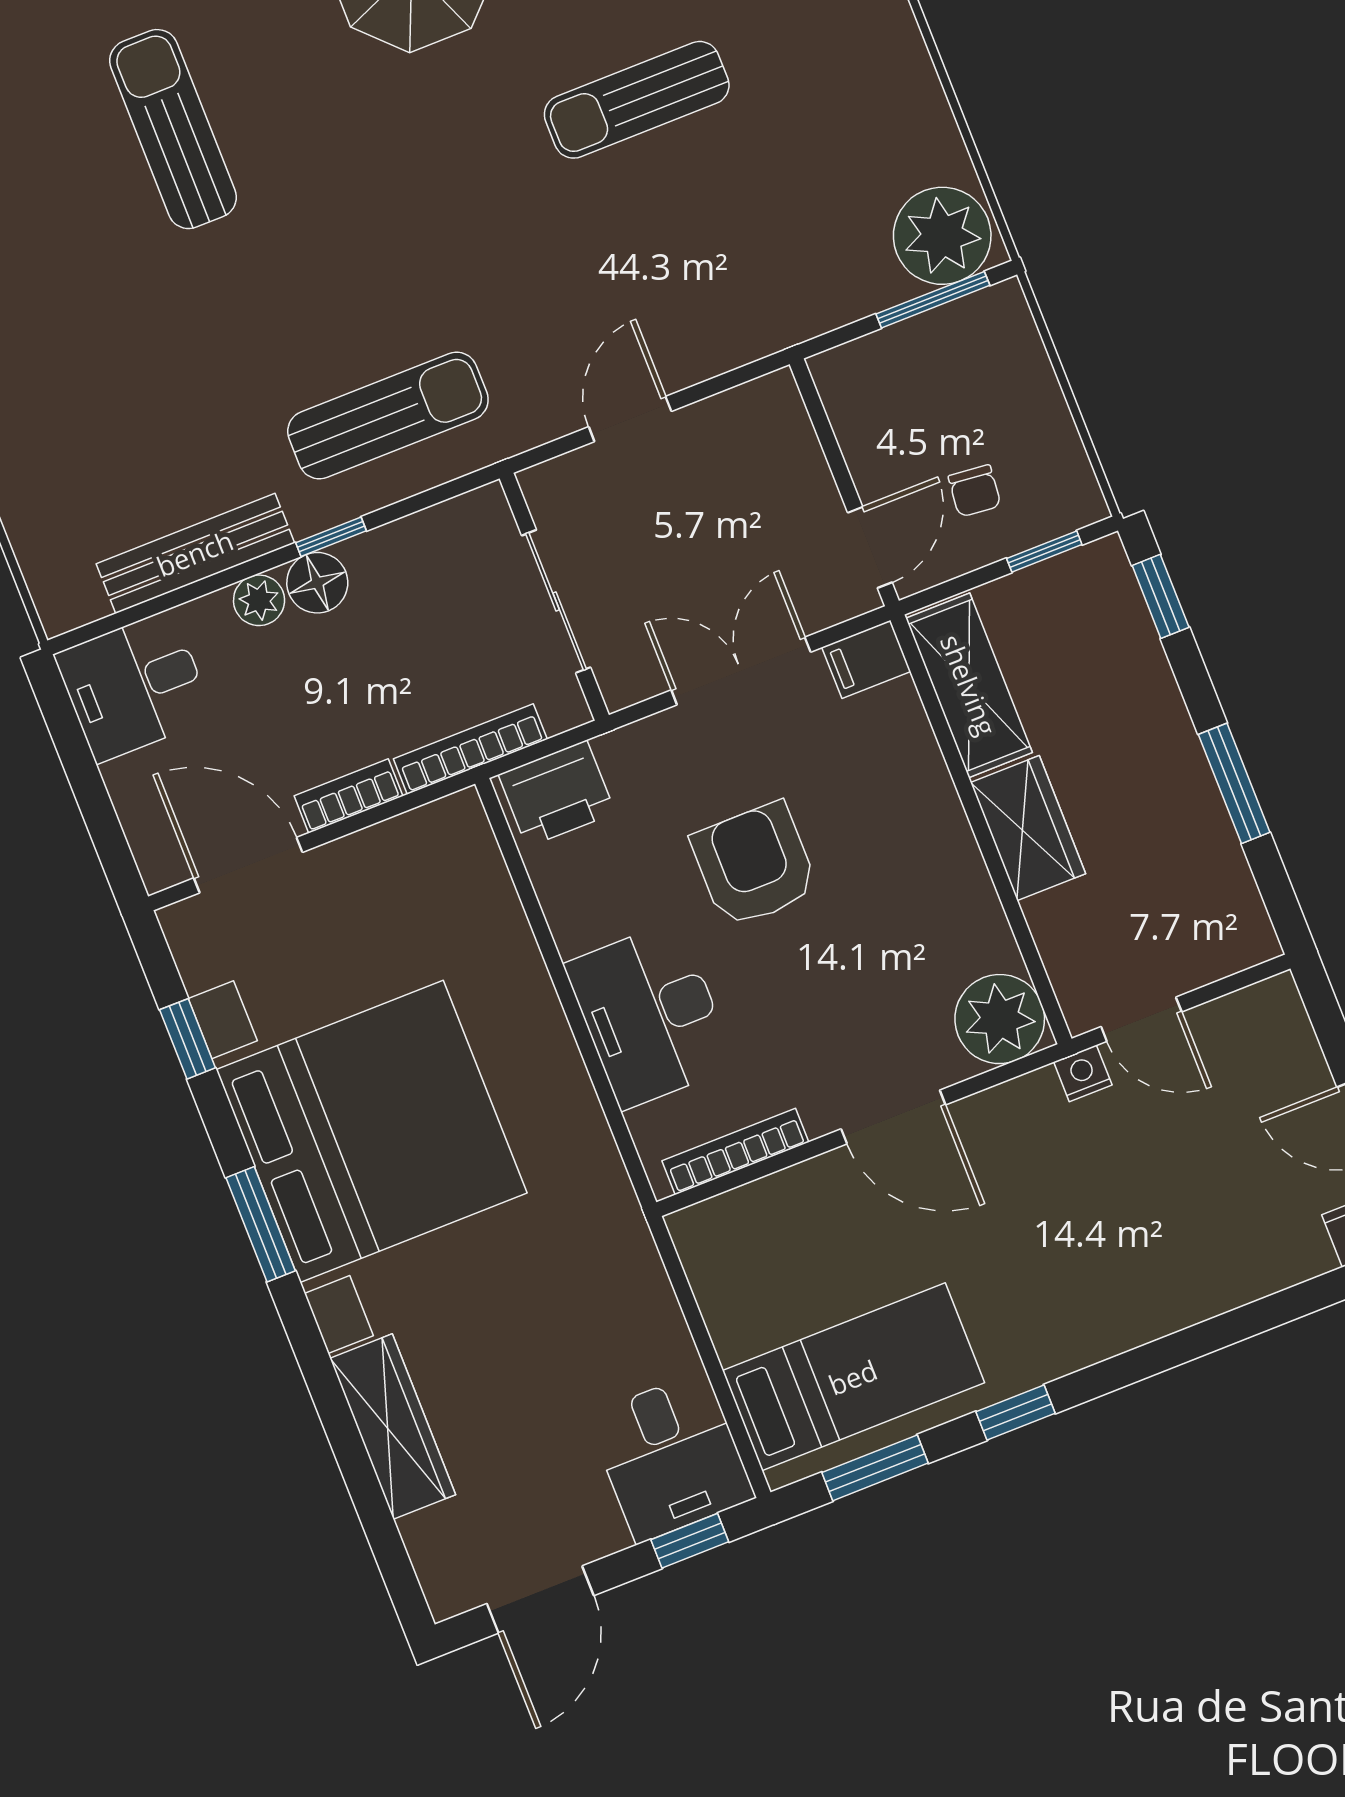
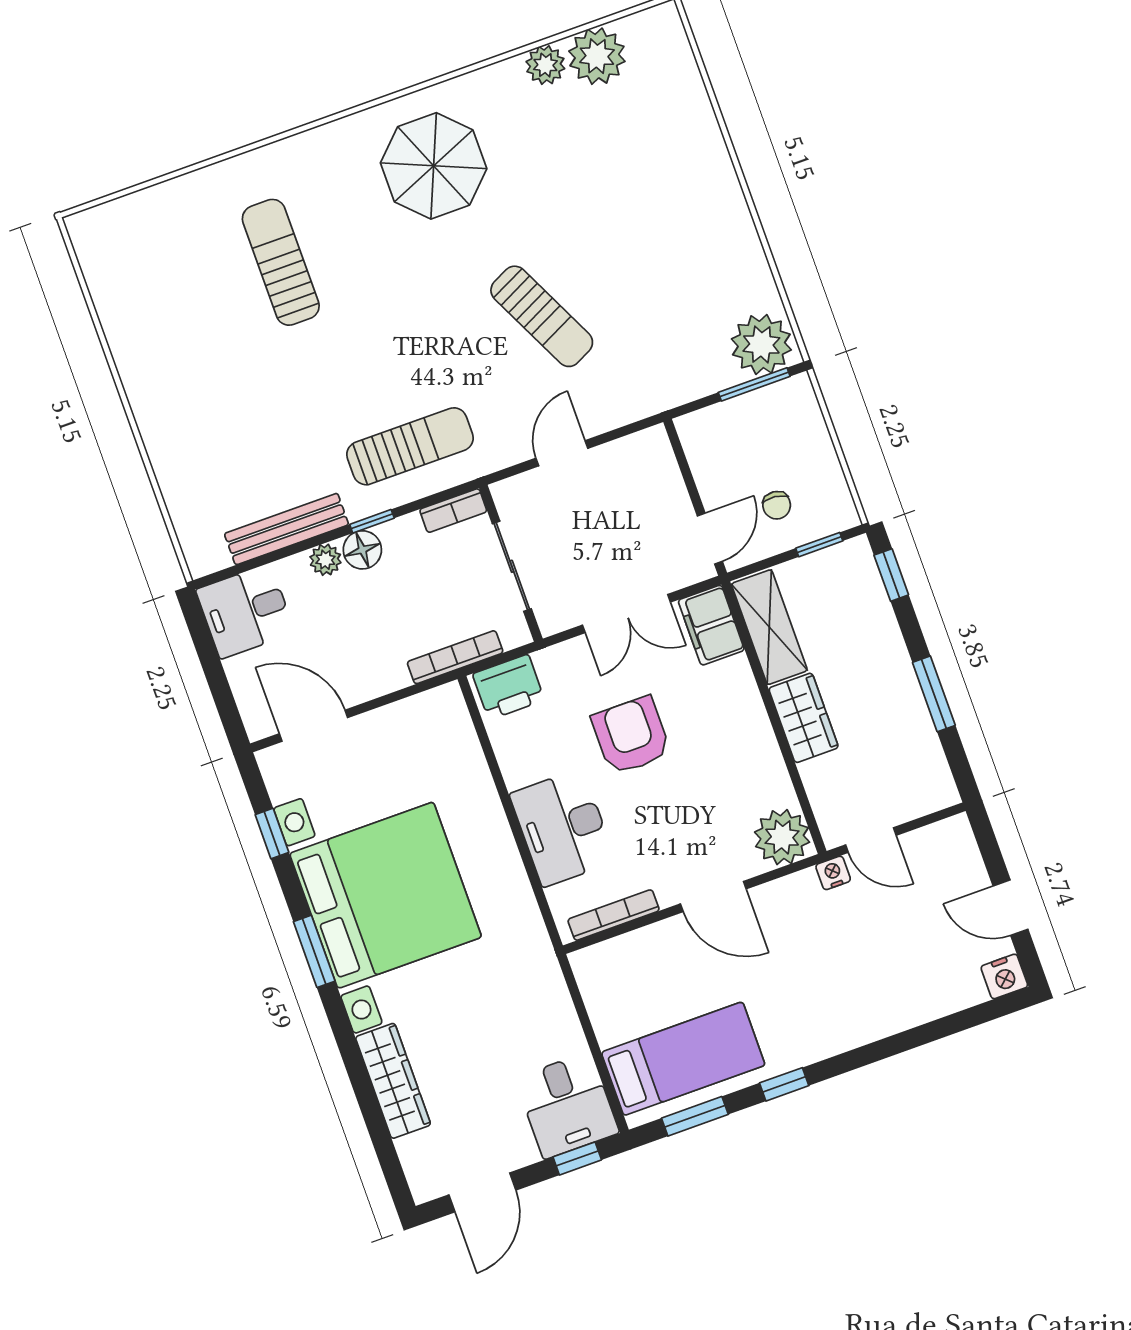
sun lounger: (637, 100) -> (542, 316), moved, turned -116
filing cabinet: (866, 659) -> (711, 625), width x2.00
double door: (741, 671) -> (626, 614), swing flipped
bookcase: (348, 796) -> (453, 511), moved, turned 180

